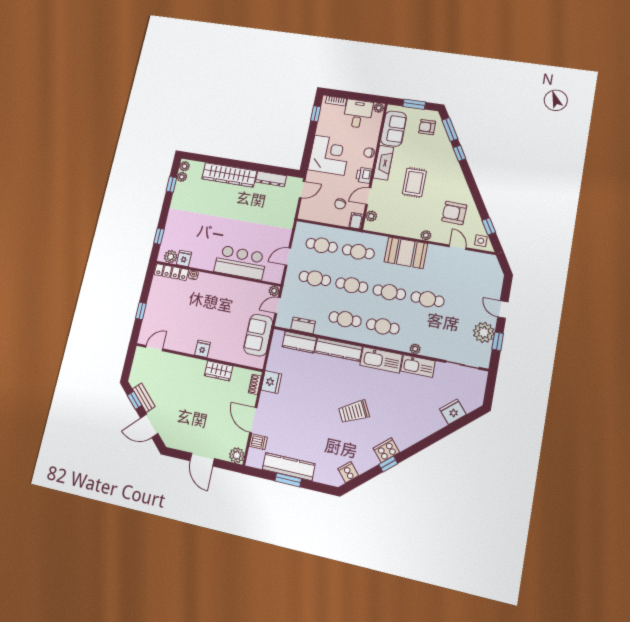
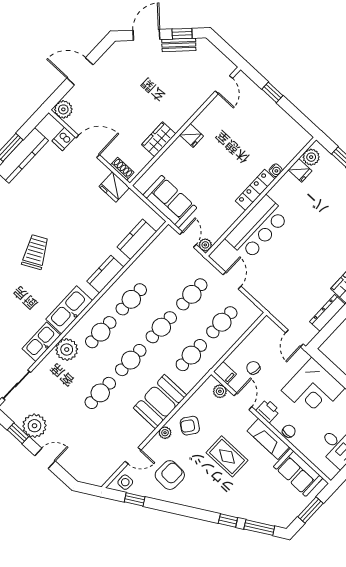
plant: (379, 108) -> (331, 472), removed
armchair: (427, 127) -> (190, 426), moved, turned -143
locker: (171, 272) -> (255, 190), moved
dresser: (303, 325) -> (151, 253), removed
kitchen counter: (338, 349) -> (105, 274), width x0.67
plant: (415, 349) -> (67, 350), width x1.87, depth x1.87

